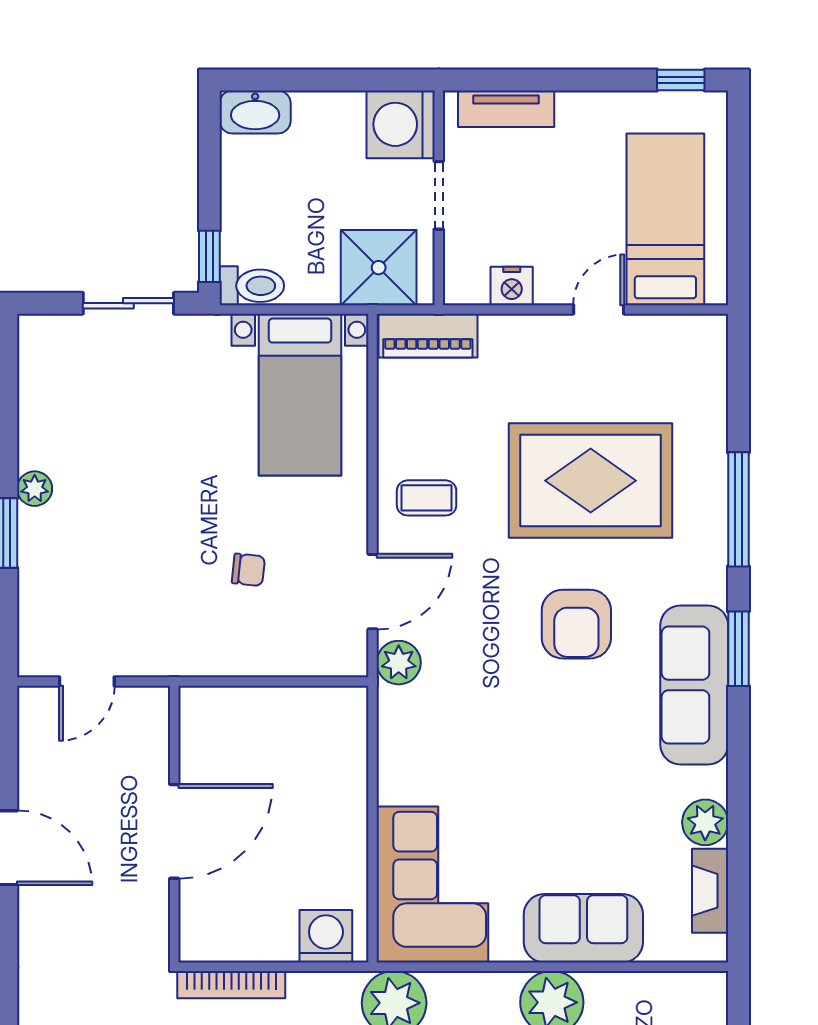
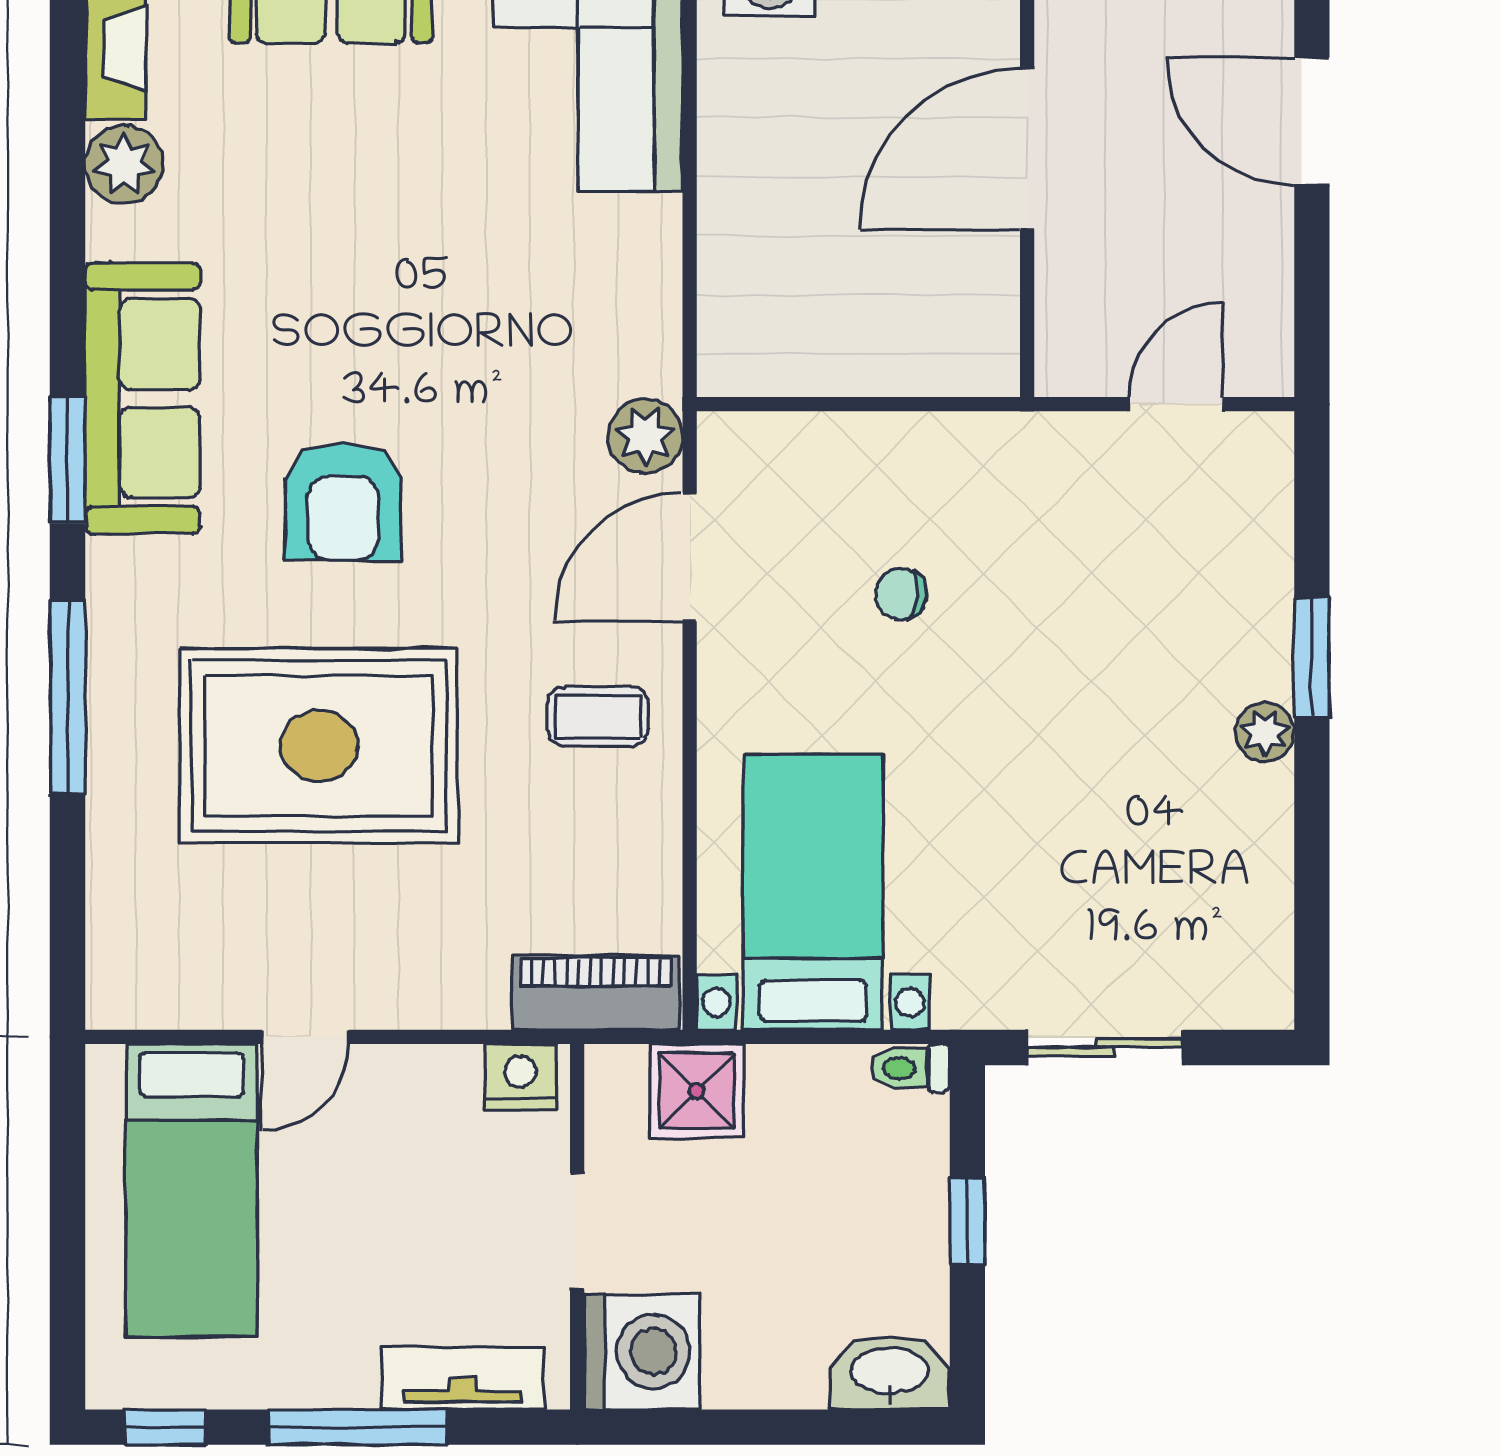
window: (568, 80) -> (358, 1427), added
window: (209, 256) -> (967, 1221), moved
shower: (379, 268) -> (697, 1091), width x0.73, depth x0.73
toilet: (252, 286) -> (910, 1068), width x0.73, depth x0.72
nightstand: (512, 286) -> (520, 1077), moved
armchair: (576, 624) -> (343, 502), turned 180

